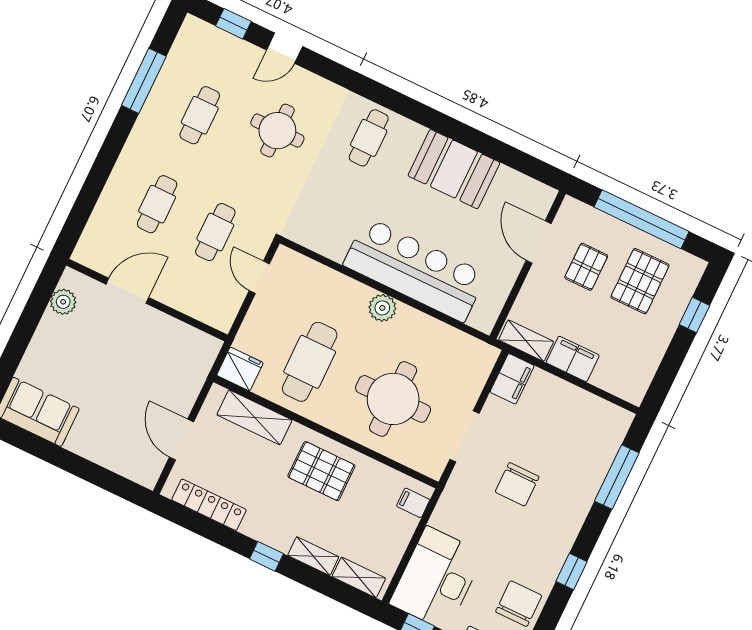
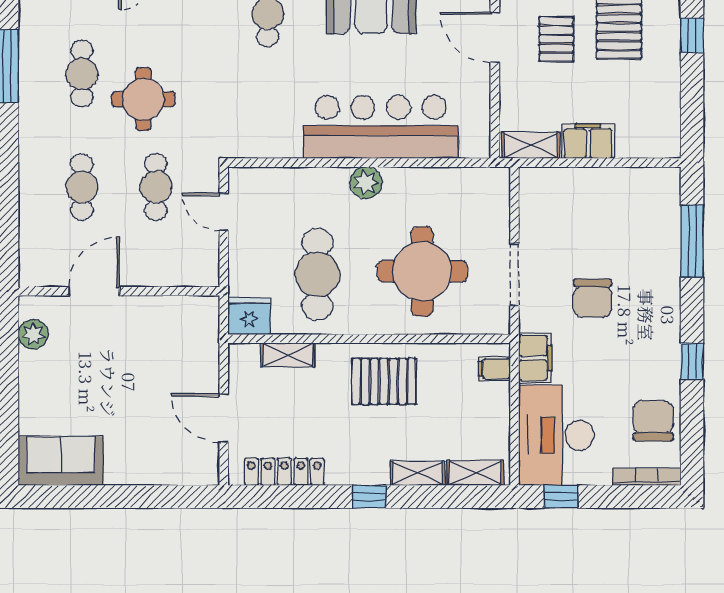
round table: (277, 131) -> (143, 99), moved
filing cabinet: (512, 379) -> (535, 358), moved
shelving: (254, 417) -> (288, 355), width x0.67, depth x0.75

